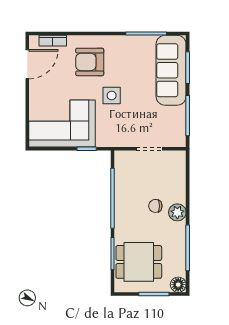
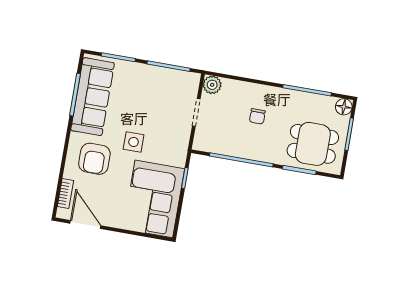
sofa: (171, 70) -> (93, 97), moved, turned -90
plant: (177, 212) -> (212, 85), moved
dining table: (139, 262) -> (313, 144), turned 90

